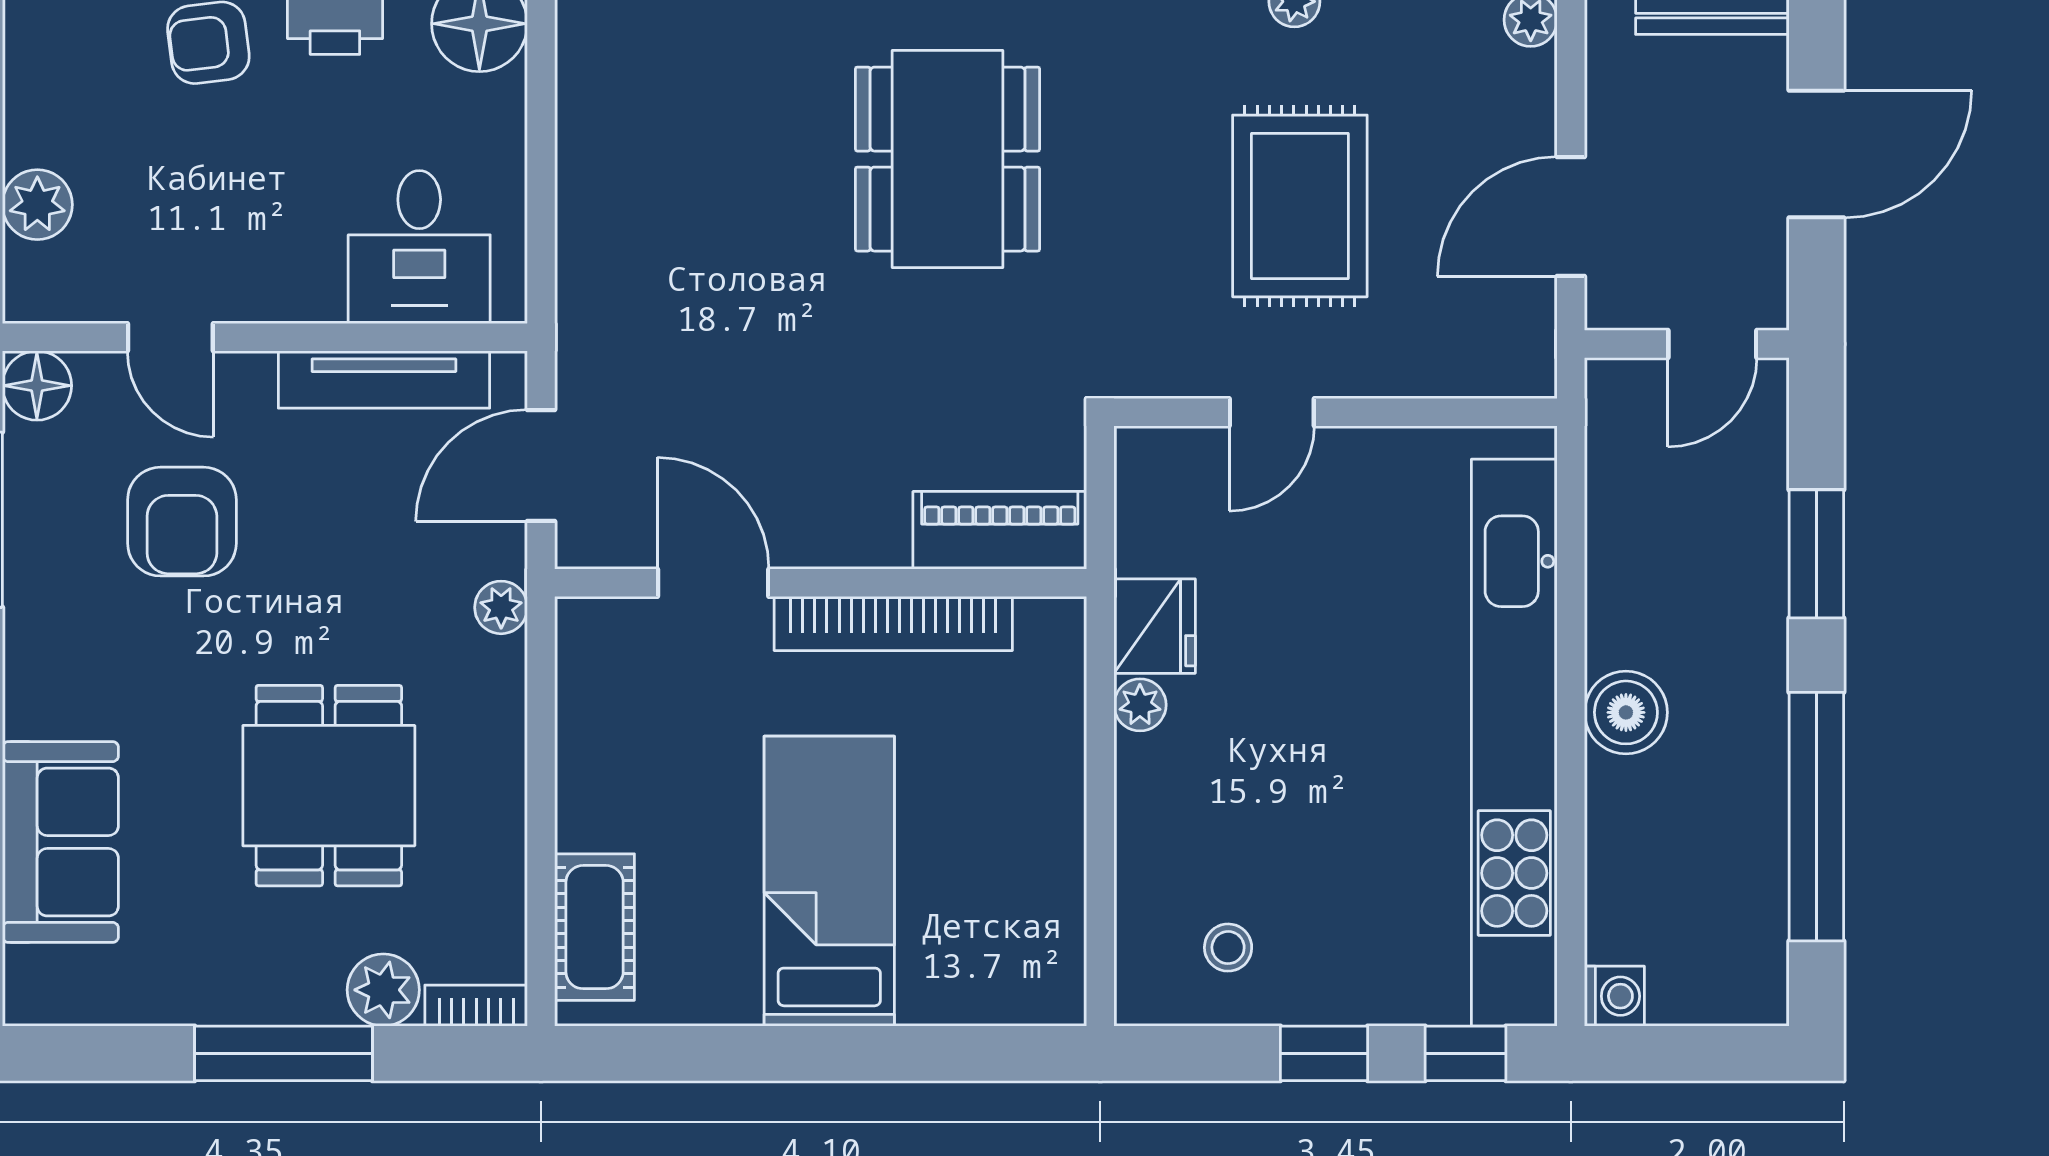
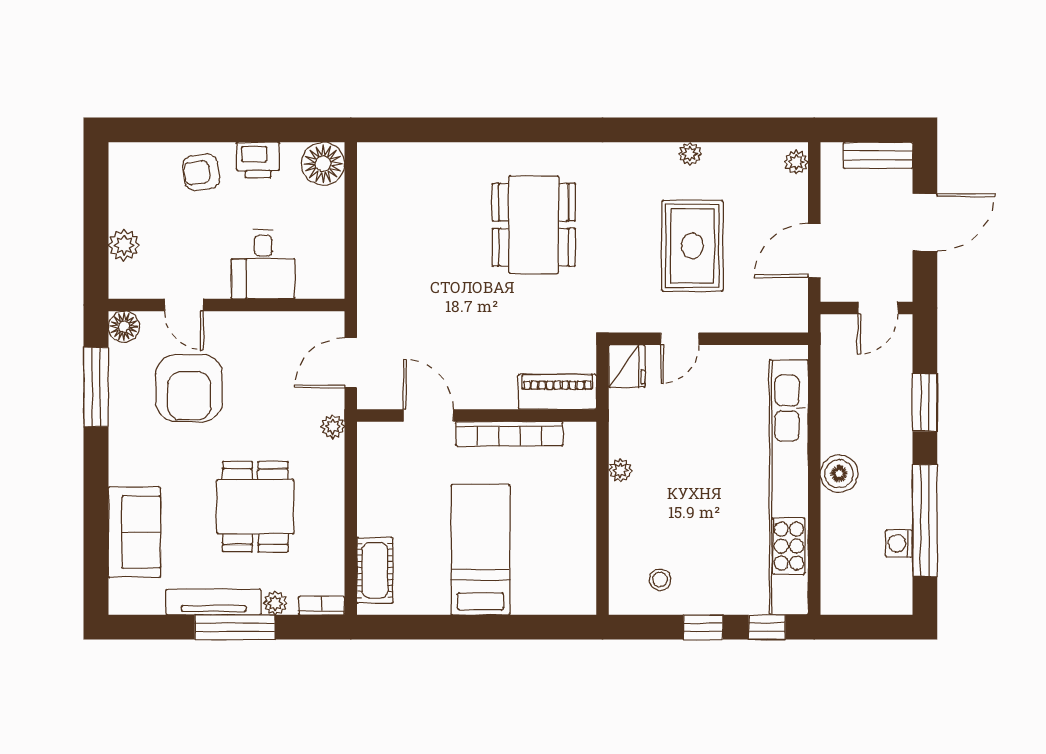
desk: (419, 247) -> (263, 264), moved
tv unit: (384, 380) -> (214, 602), moved, turned 180
armchair: (182, 522) -> (189, 388), width x1.36, depth x1.36
fridge: (1155, 626) -> (627, 366), moved
plant: (383, 990) -> (275, 603), width x0.73, depth x0.73
washing machine: (1614, 996) -> (899, 543), moved, turned 180

